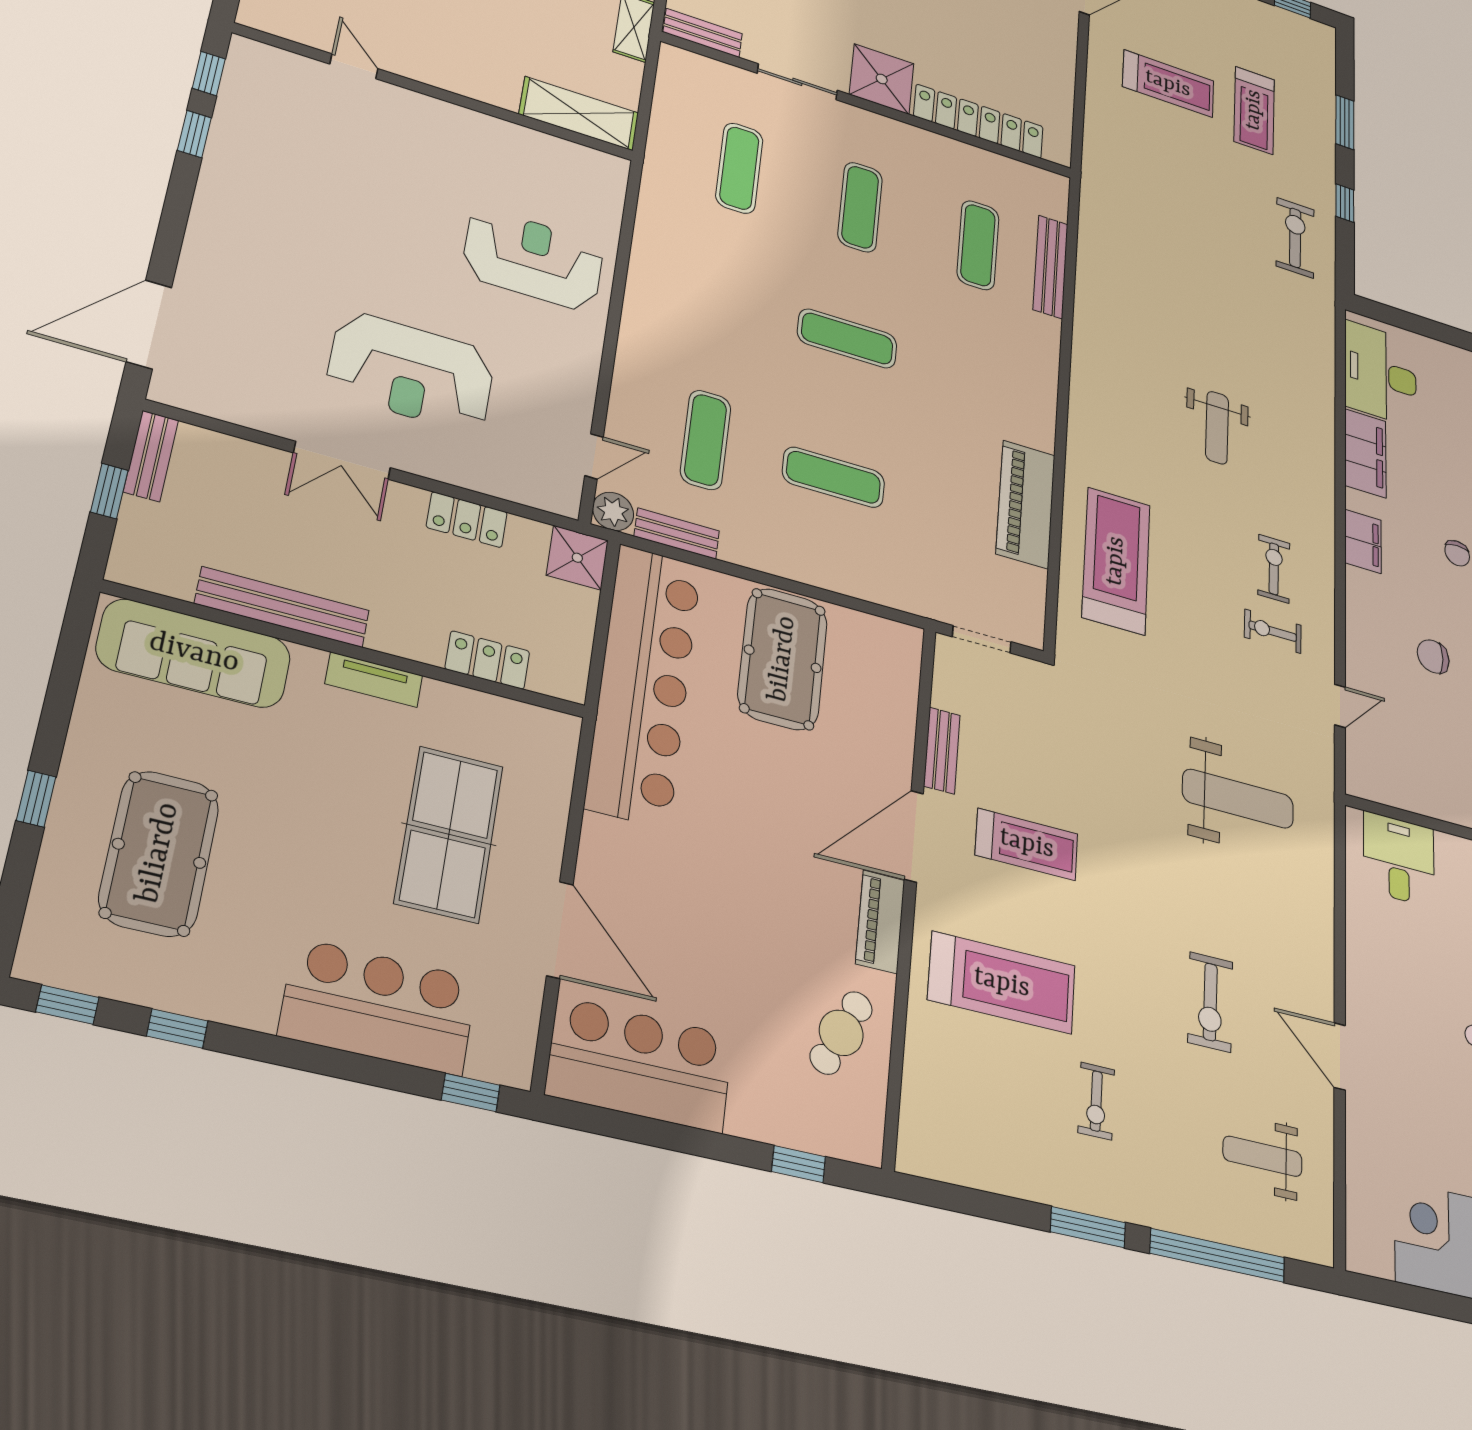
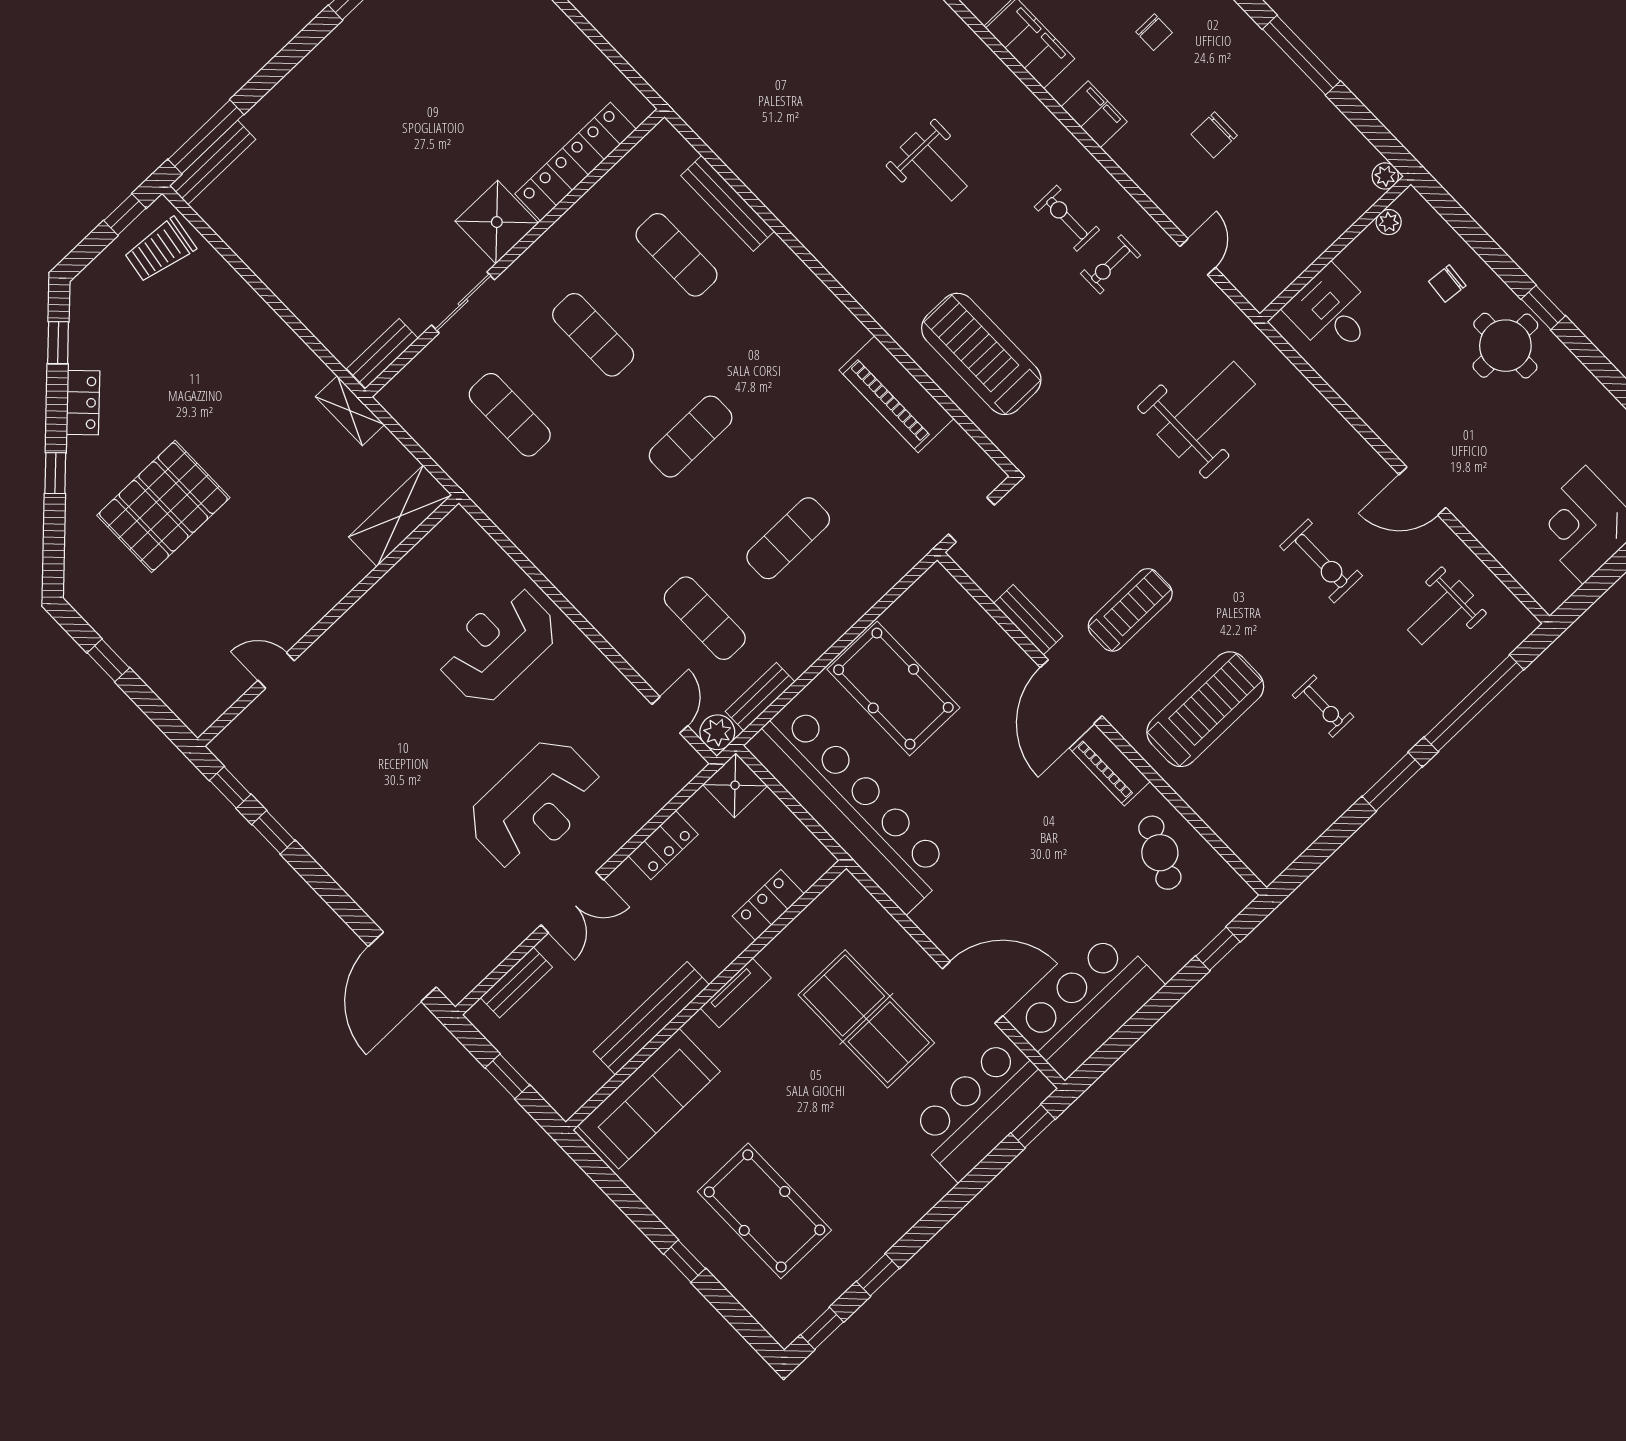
bench: (151, 456) -> (516, 982), moved, turned 90
bar counter: (378, 1007) -> (982, 1108), moved

